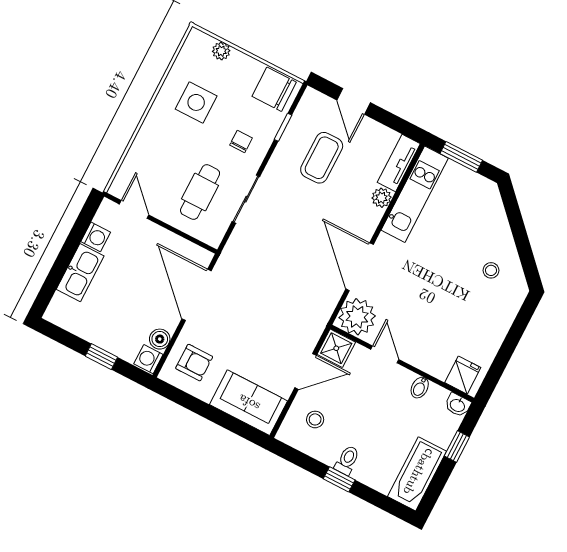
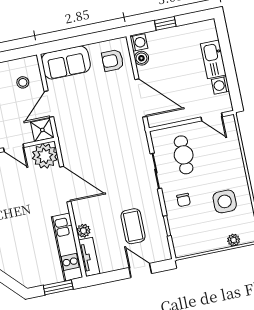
chair: (274, 89) -> (188, 242), removed

